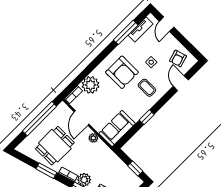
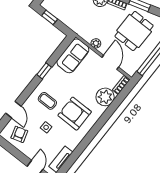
window: (126, 32) -> (75, 155), removed

